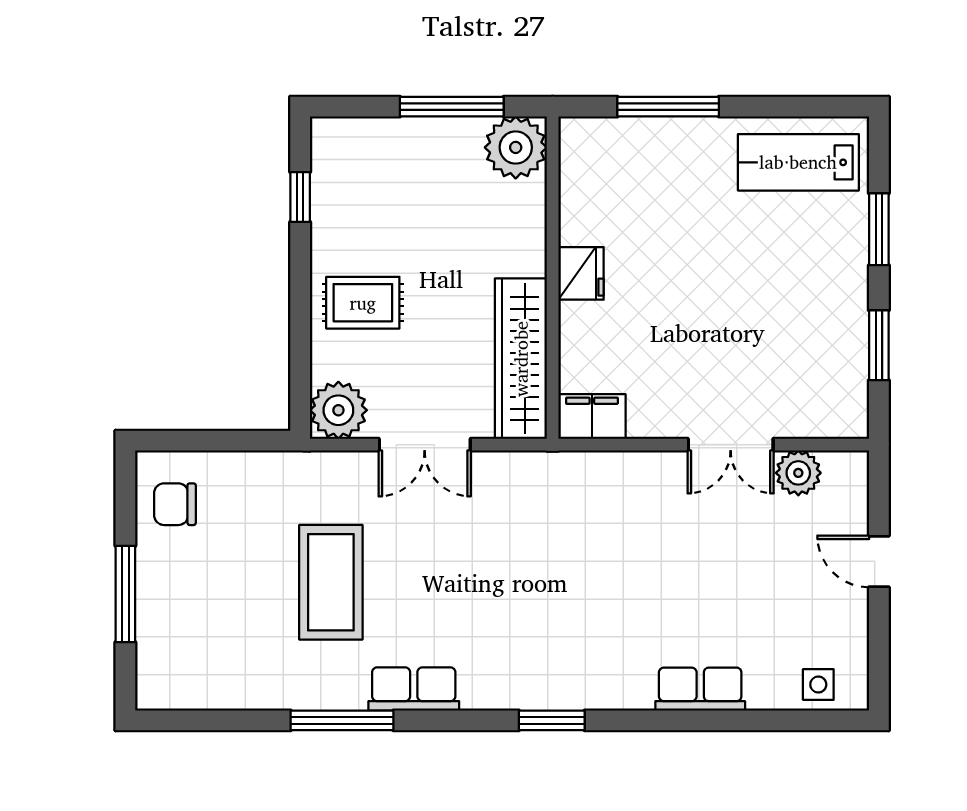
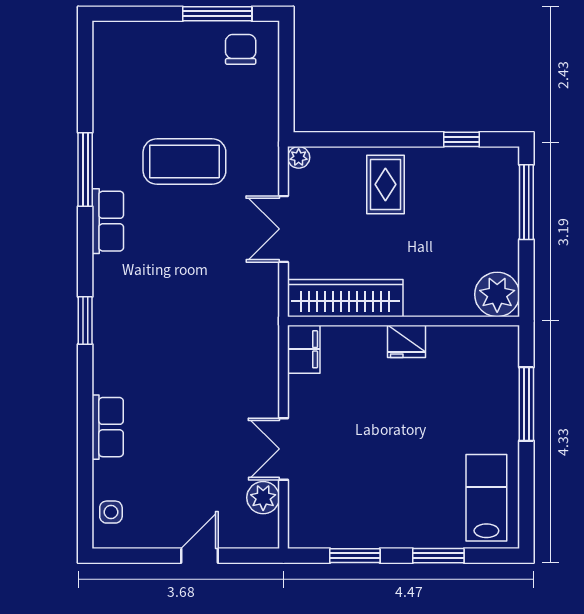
window: (452, 107) -> (526, 202), moved
plant: (338, 410) -> (299, 157), width x0.53, depth x0.53
window: (125, 594) -> (217, 14), moved

